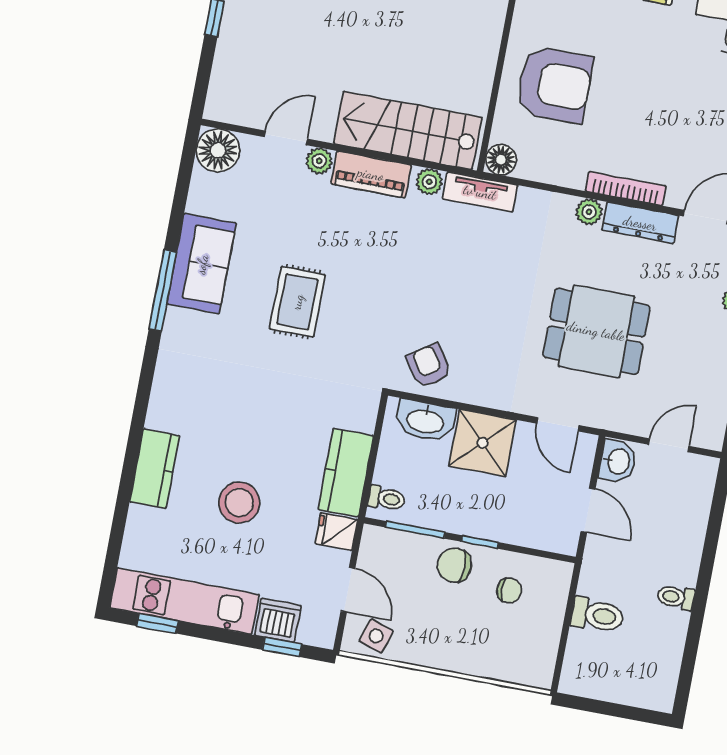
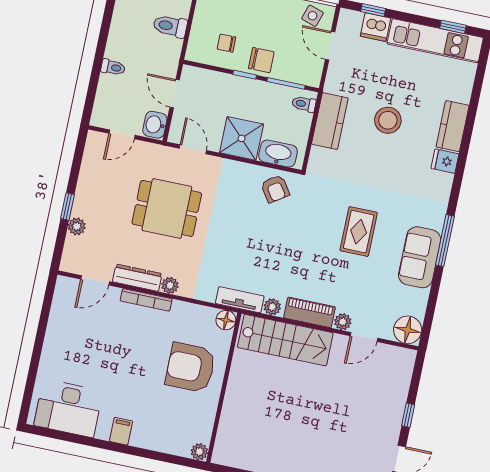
stool: (239, 503) -> (388, 120), moved
fridge: (336, 532) -> (445, 161), moved, turned 180
toilet: (676, 597) -> (113, 67), moved

